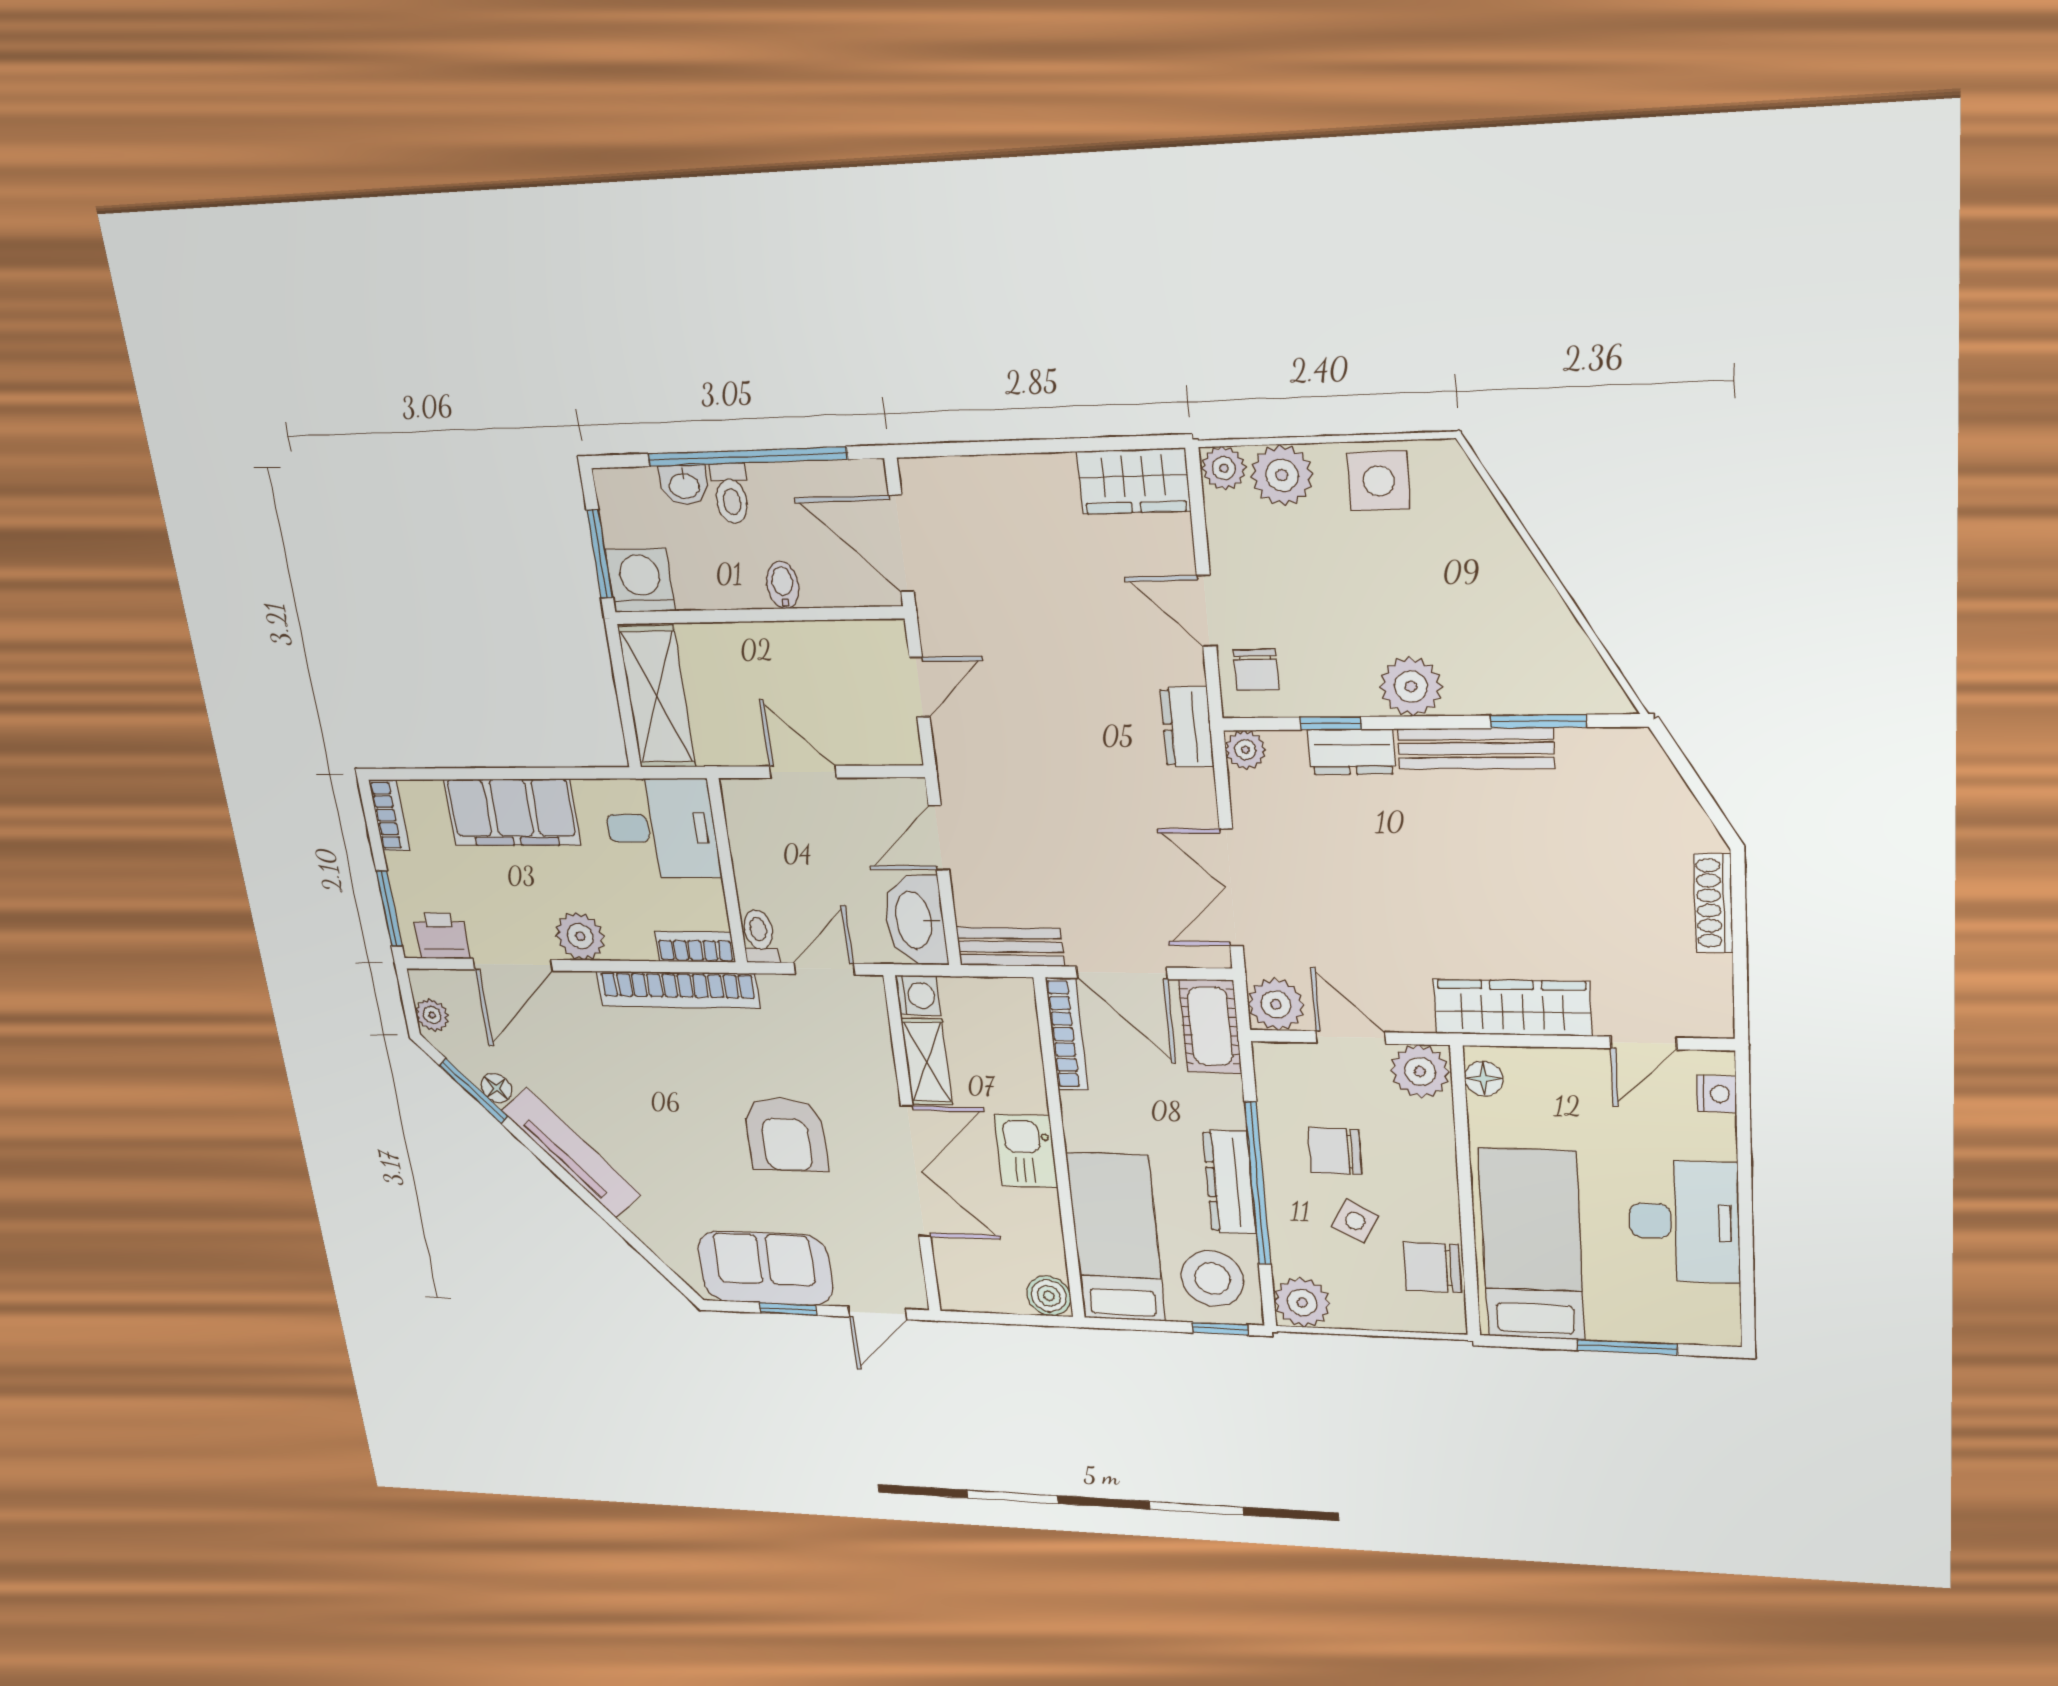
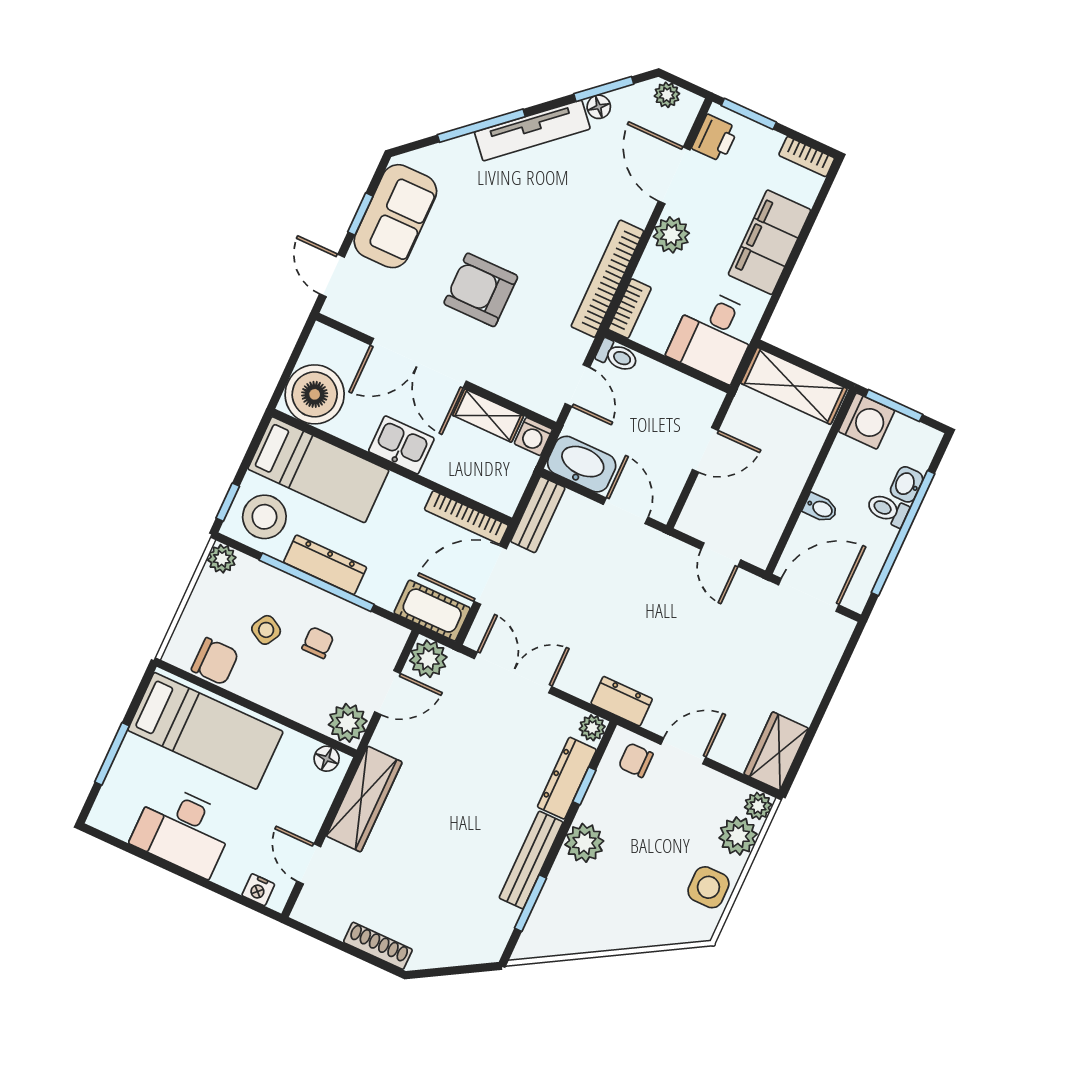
dresser: (1352, 752) -> (567, 778), width x1.44
chair: (1335, 1151) -> (318, 643), width x0.73, depth x0.73
window: (604, 1213) -> (481, 126), added
chair: (1432, 1267) -> (215, 661), turned 90
boiler: (1049, 1296) -> (315, 394), width x1.86, depth x1.86
plant: (1302, 1302) -> (222, 559), width x0.73, depth x0.73

